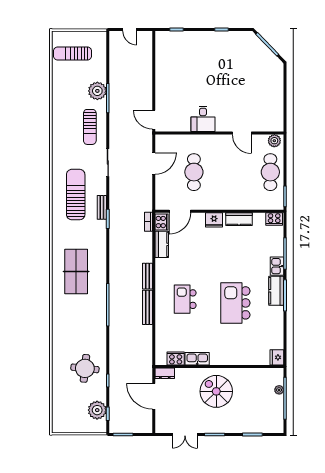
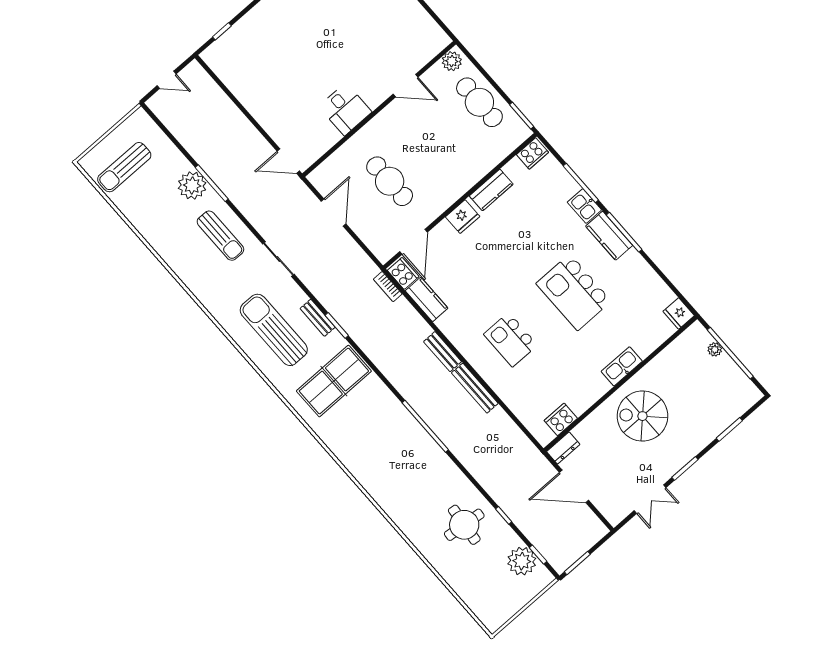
table tennis table: (76, 271) -> (334, 381), moved, turned 90
kitchen sink: (197, 359) -> (622, 366), moved

